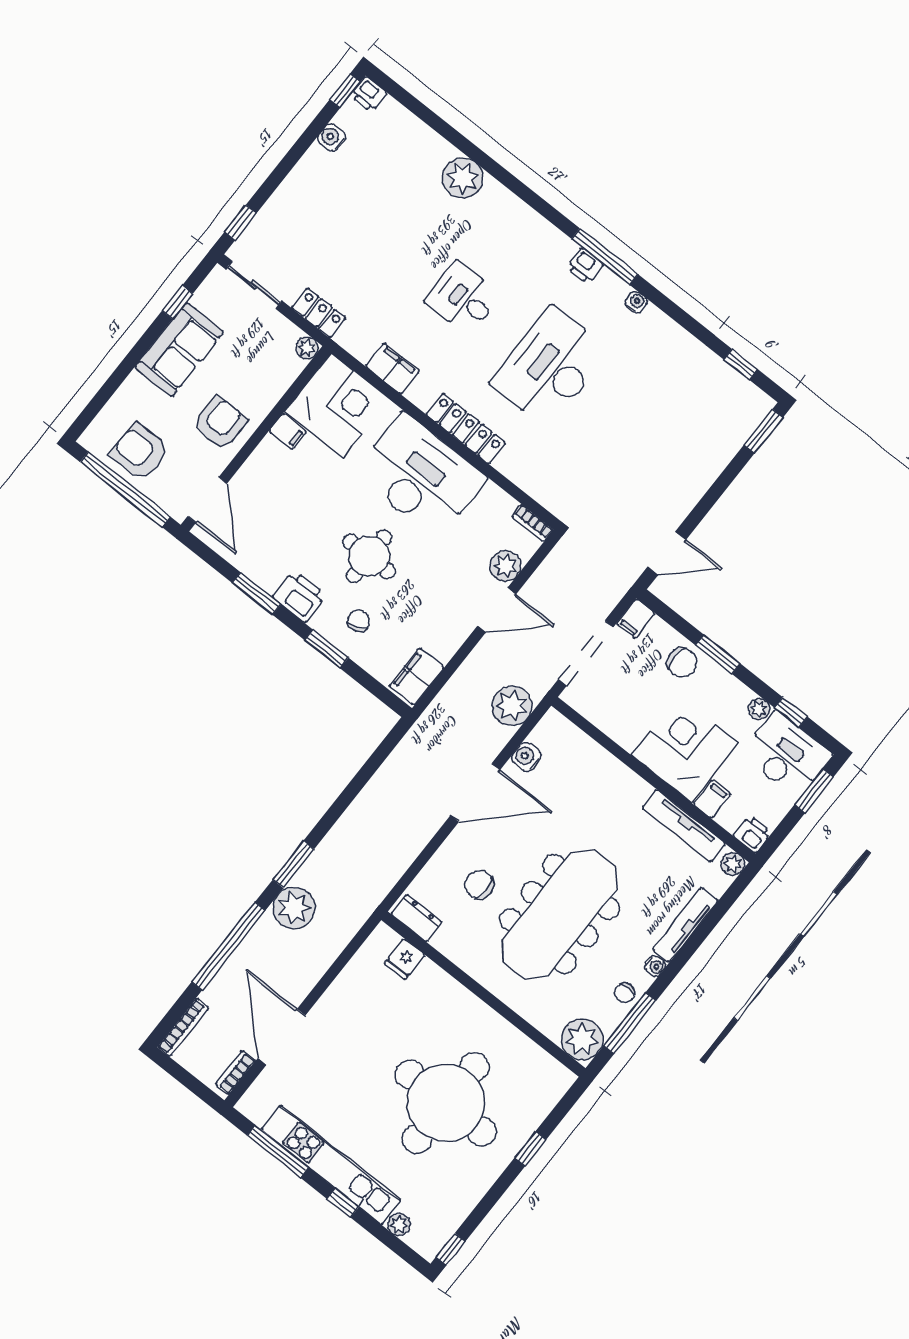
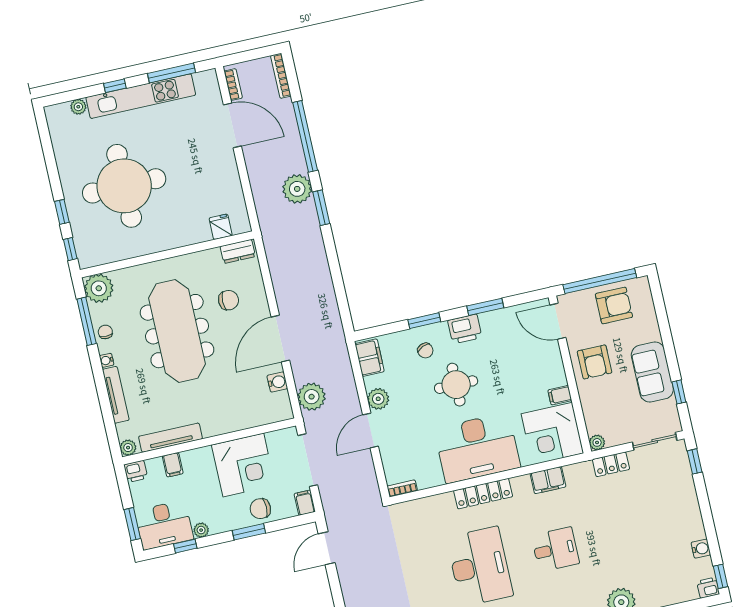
plant: (505, 566) -> (378, 399), moved
corner desk: (685, 749) -> (243, 465), moved
window: (451, 1249) -> (70, 249), moved

